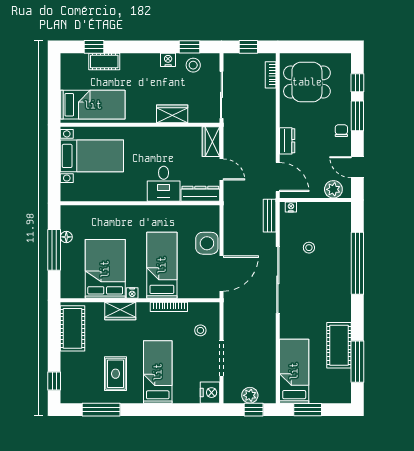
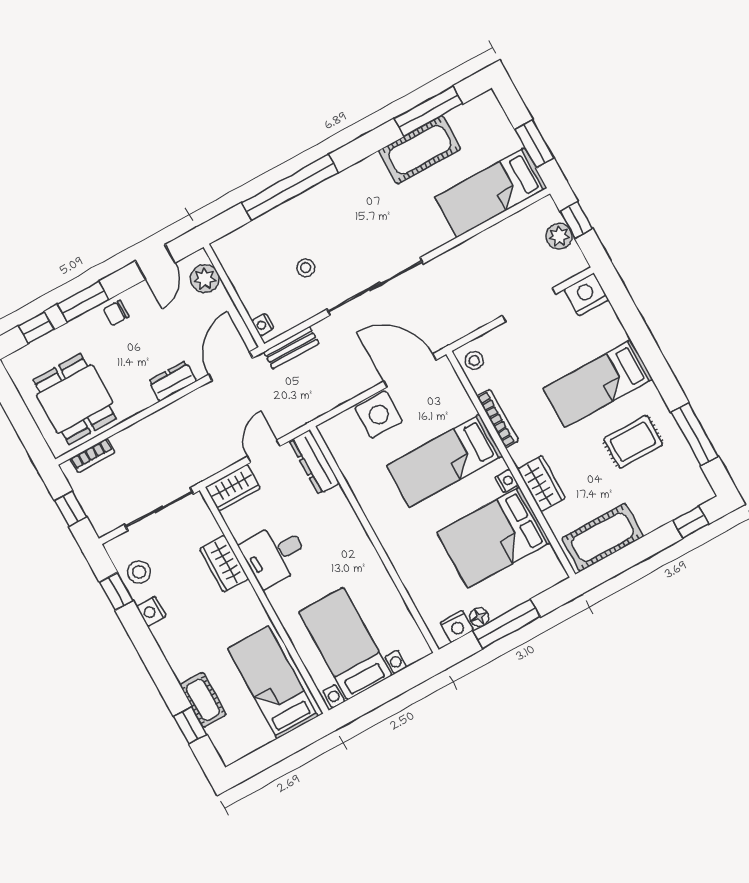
desk: (164, 184) -> (275, 555), moved, turned 180
nightstand: (68, 222) -> (457, 626), added
stool: (200, 330) -> (474, 360), moved

